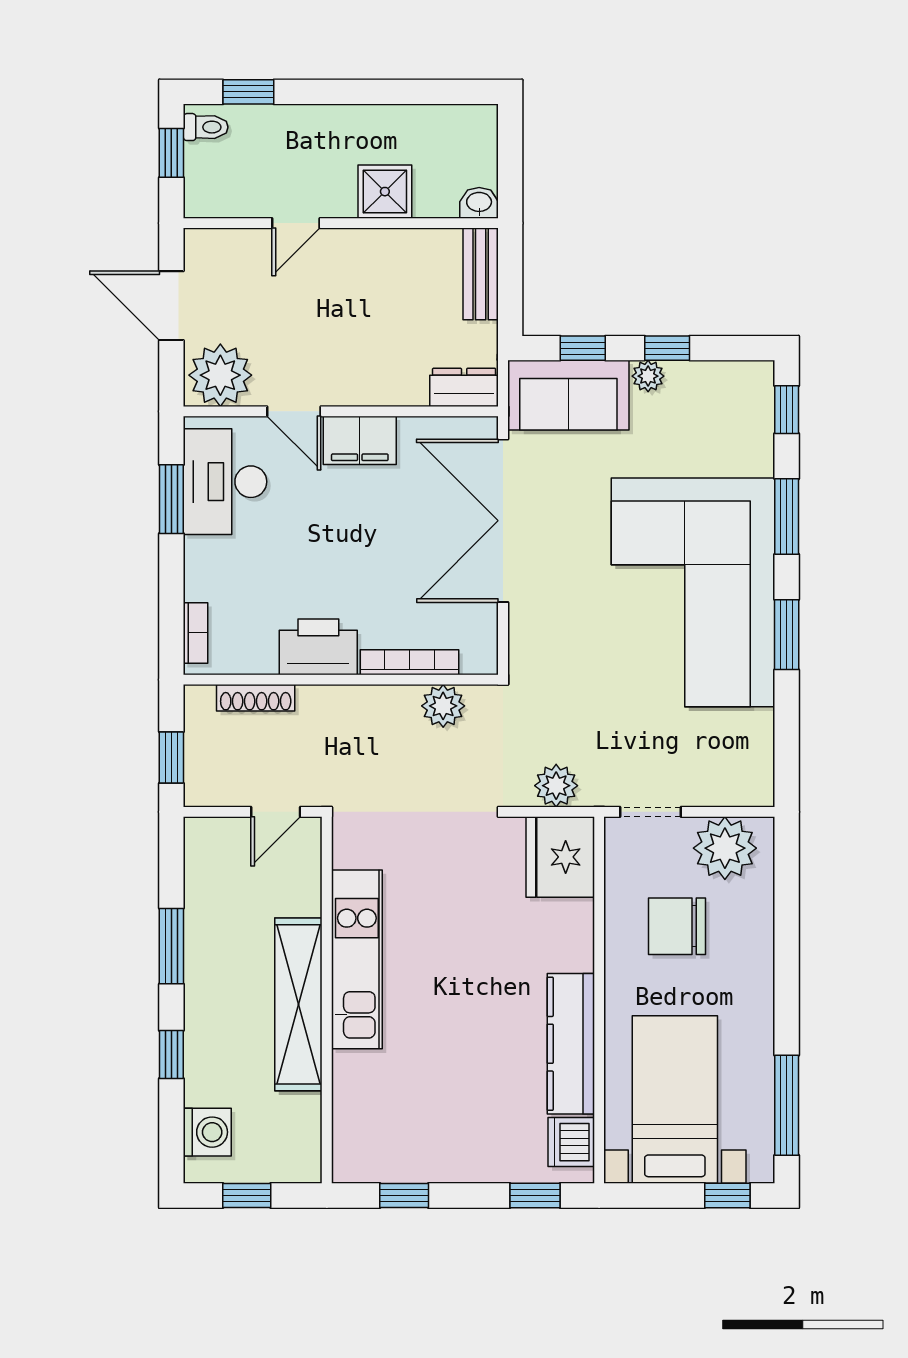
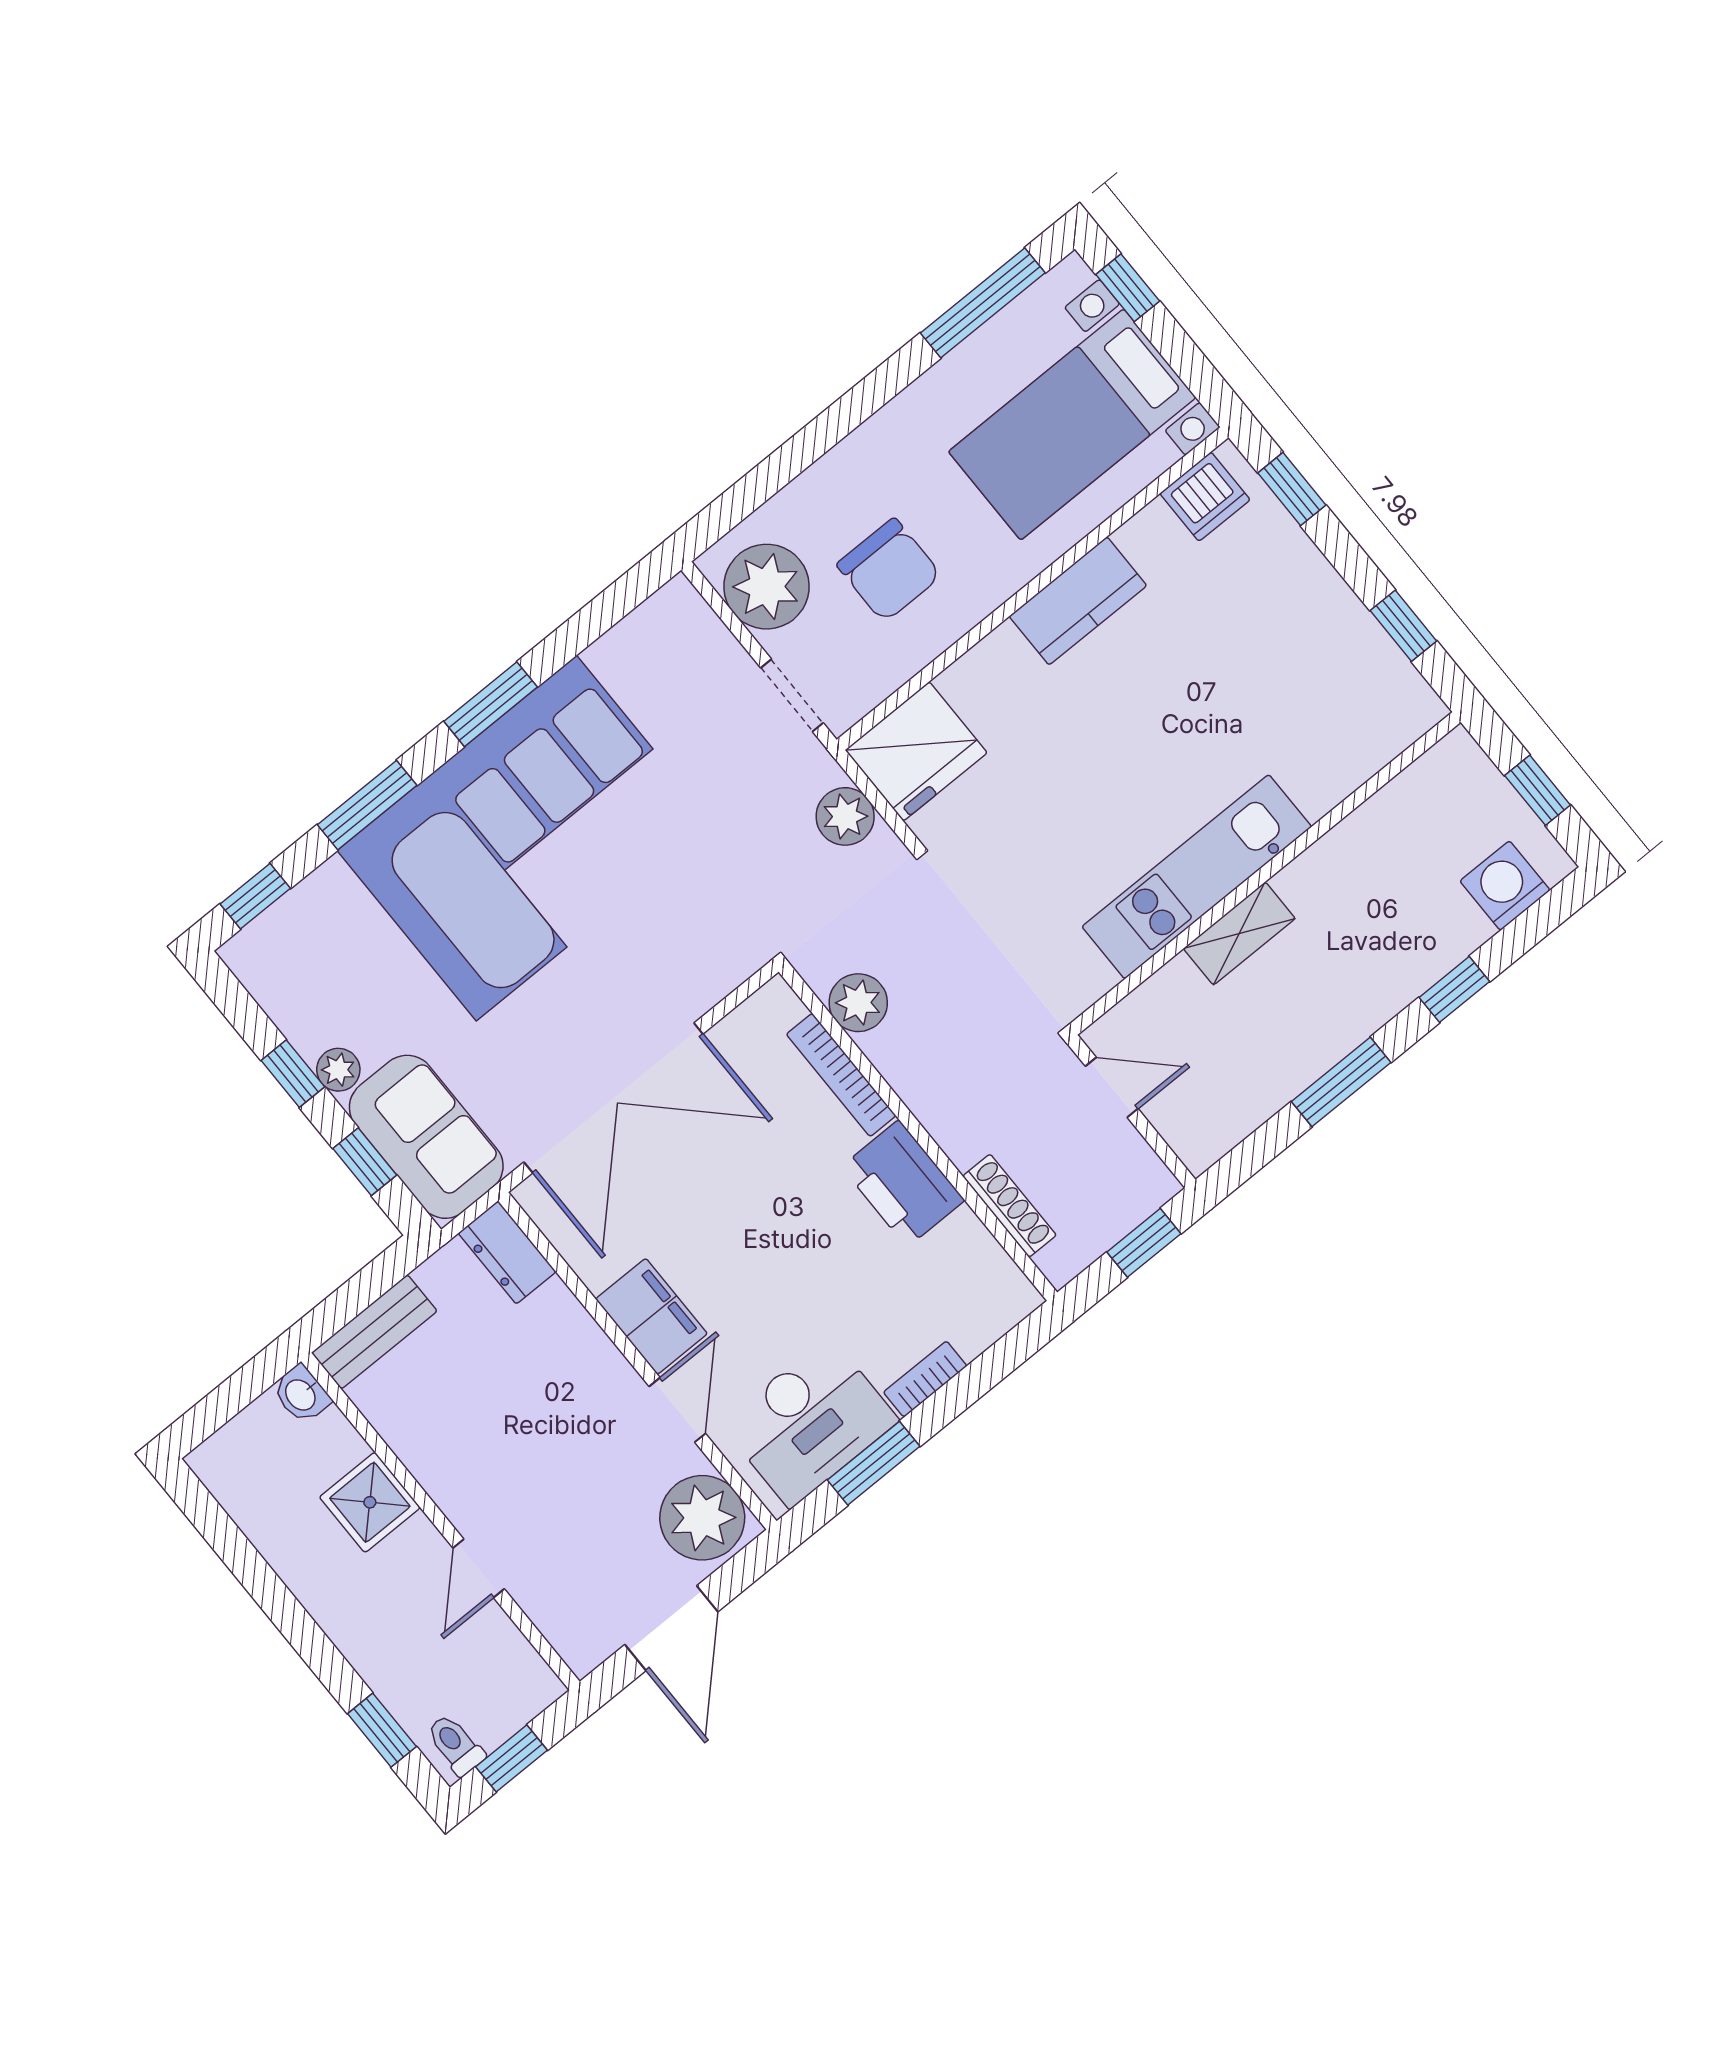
door: (296, 223) -> (479, 1568), swing flipped
bookcase: (196, 633) -> (925, 1379), moved
shelving: (298, 1004) -> (1239, 933), width x0.45, depth x0.75
kitchen counter: (571, 1044) -> (1078, 601), width x0.67

